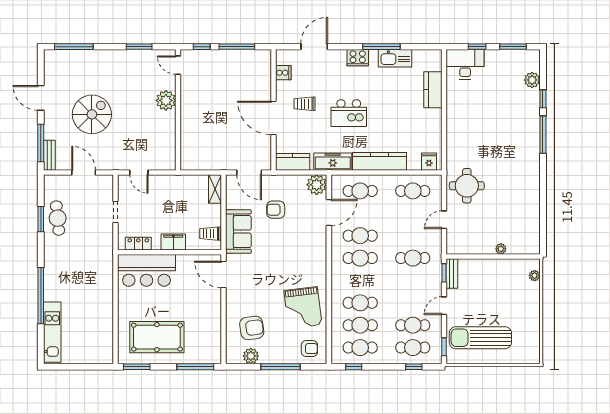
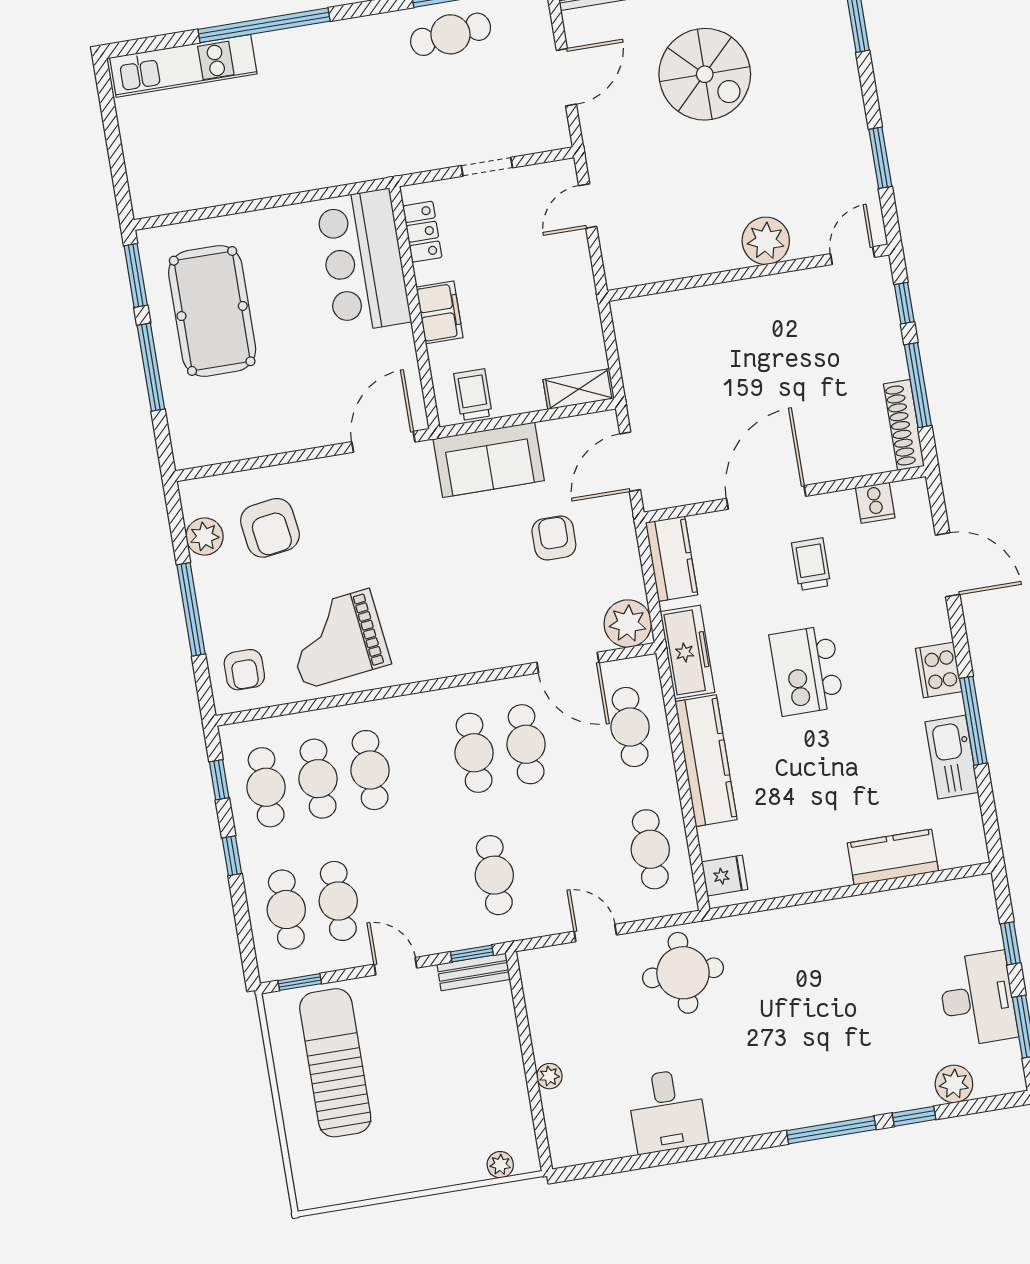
shoe rack: (253, 55) -> (904, 425), added
desk: (465, 64) -> (977, 999), moved
desk: (524, 202) -> (667, 1111), added
window: (195, 367) -> (151, 367), moved
window: (414, 367) -> (232, 856), moved

